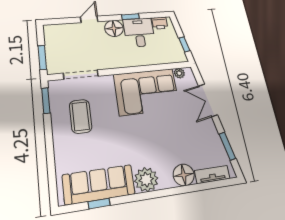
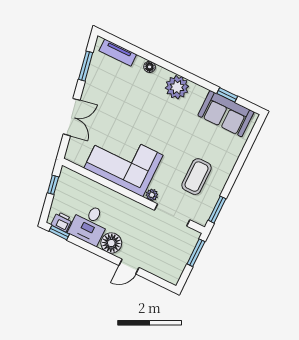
window: (130, 17) -> (59, 233), moved
plant: (179, 73) -> (152, 195), moved
floor lamp: (184, 175) -> (150, 67), width x0.53, depth x0.53
sofa: (99, 184) -> (226, 114), width x0.73

